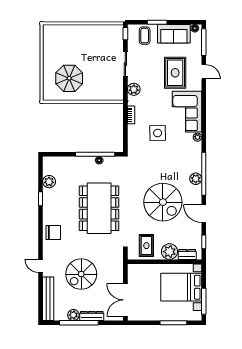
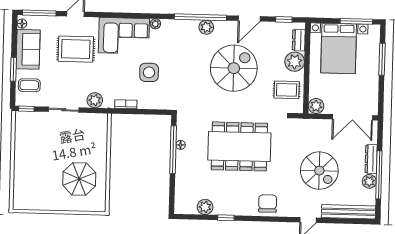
plant: (134, 270) -> (316, 106), added

